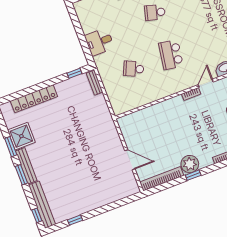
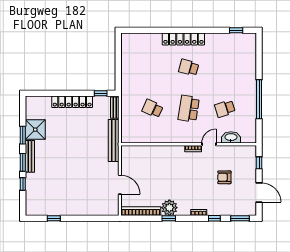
school desk: (208, 41) -> (225, 109), added
desk: (99, 42) -> (132, 75), removed
locker: (34, 99) -> (72, 102), moved
bench: (42, 205) -> (114, 141), moved
window: (37, 215) -> (23, 184), moved

